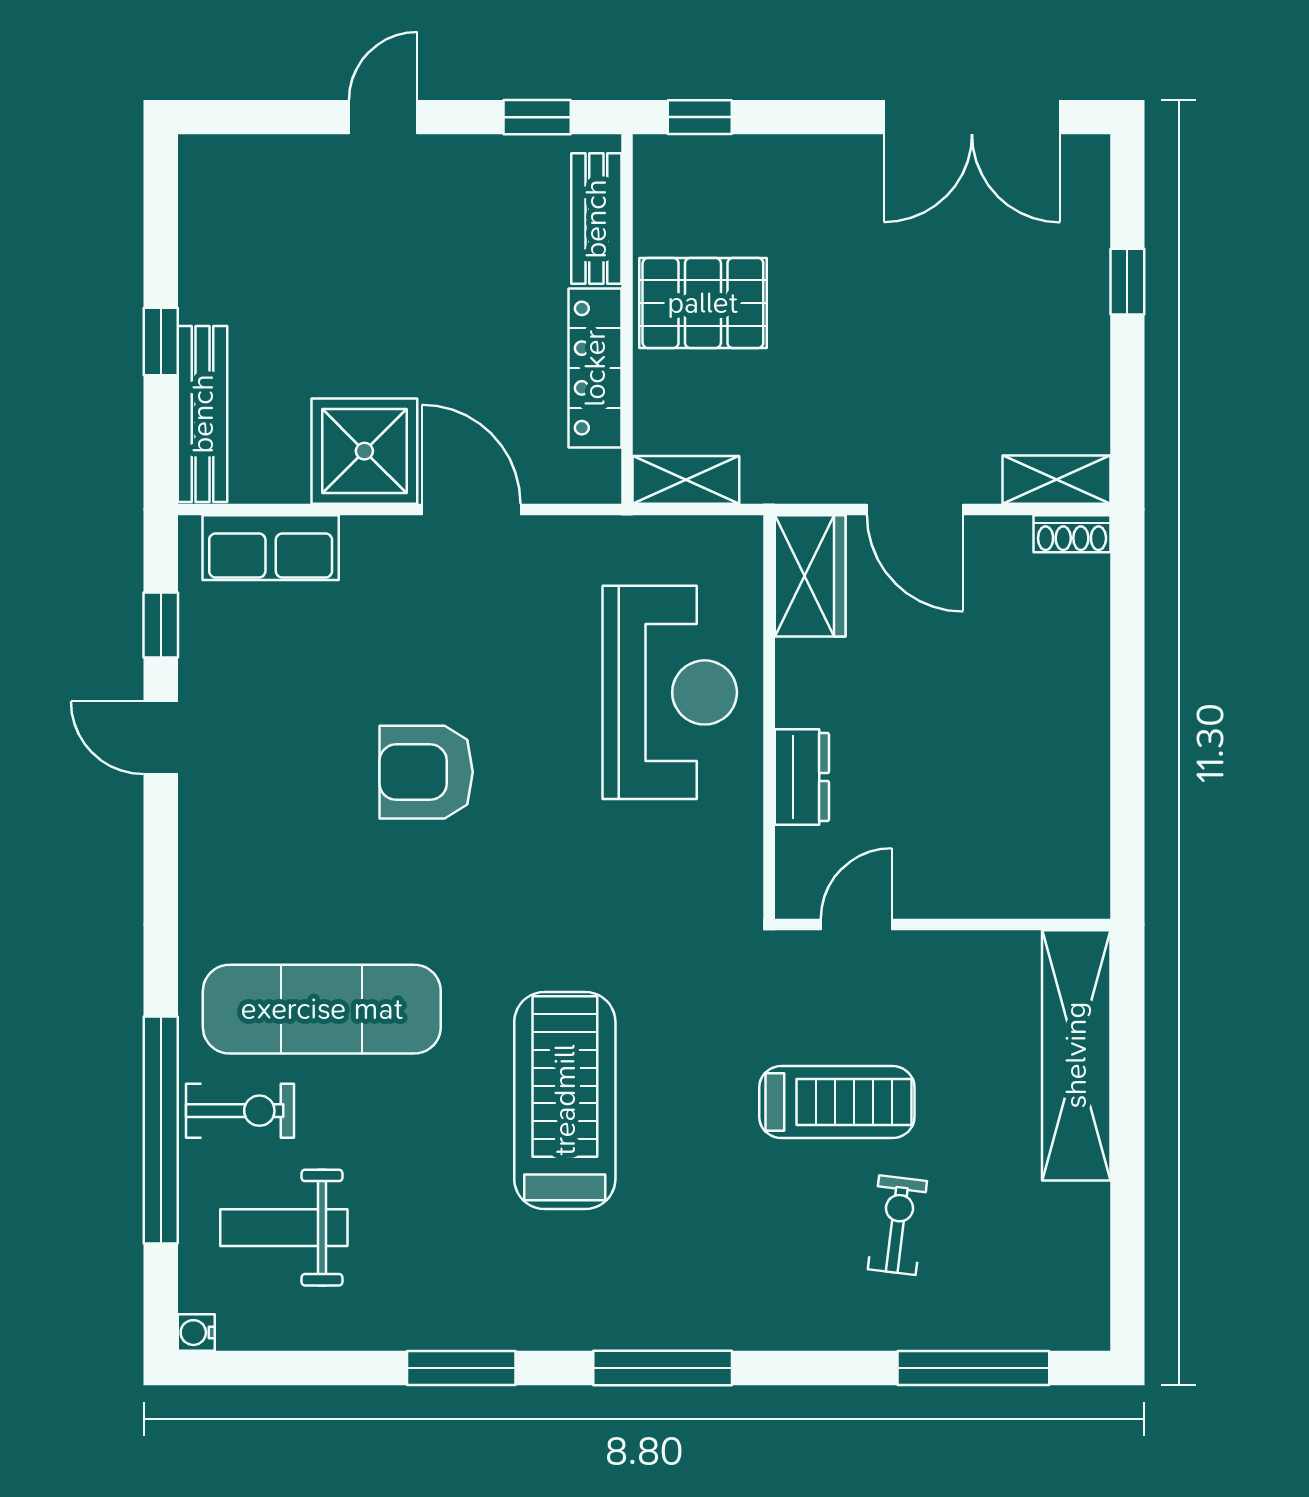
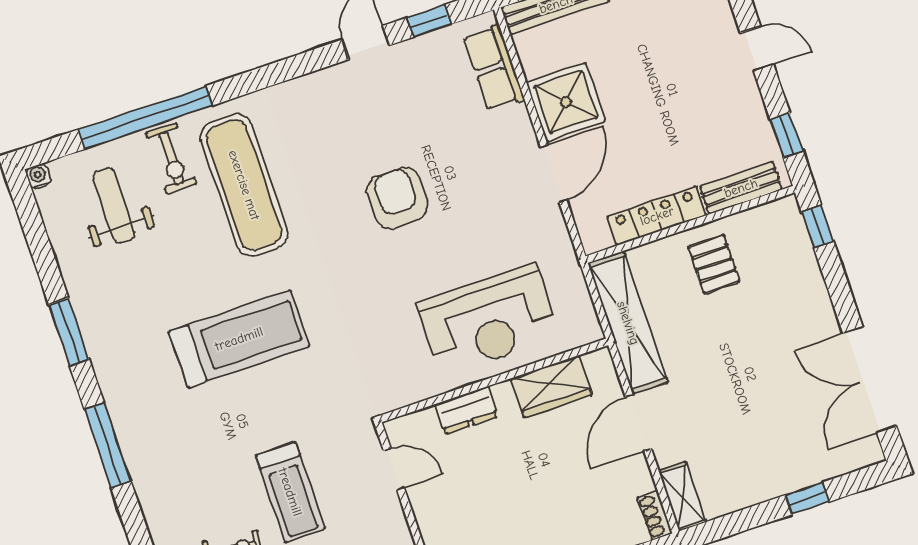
pallet: (703, 303) -> (714, 264), width x0.67, depth x0.71
shelving: (686, 480) -> (628, 323), width x2.20, depth x1.33
wardrobe: (810, 576) -> (551, 386), moved

